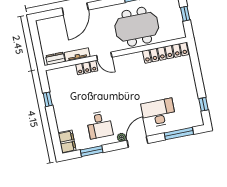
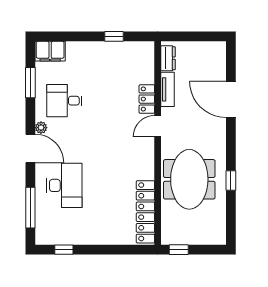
window: (185, 14) -> (179, 250), moved

